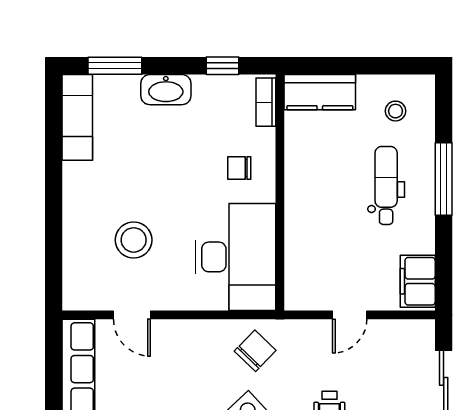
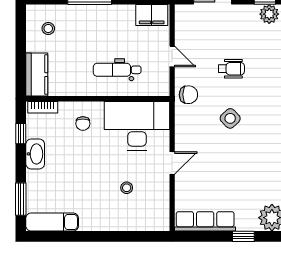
washbasin: (166, 90) -> (35, 154), moved
dental chair: (386, 186) -> (117, 70), moved
stool: (134, 240) -> (127, 188), width x0.53, depth x0.53
door: (132, 315) -> (172, 163), moved
chair: (255, 351) -> (188, 95), moved, turned 136

